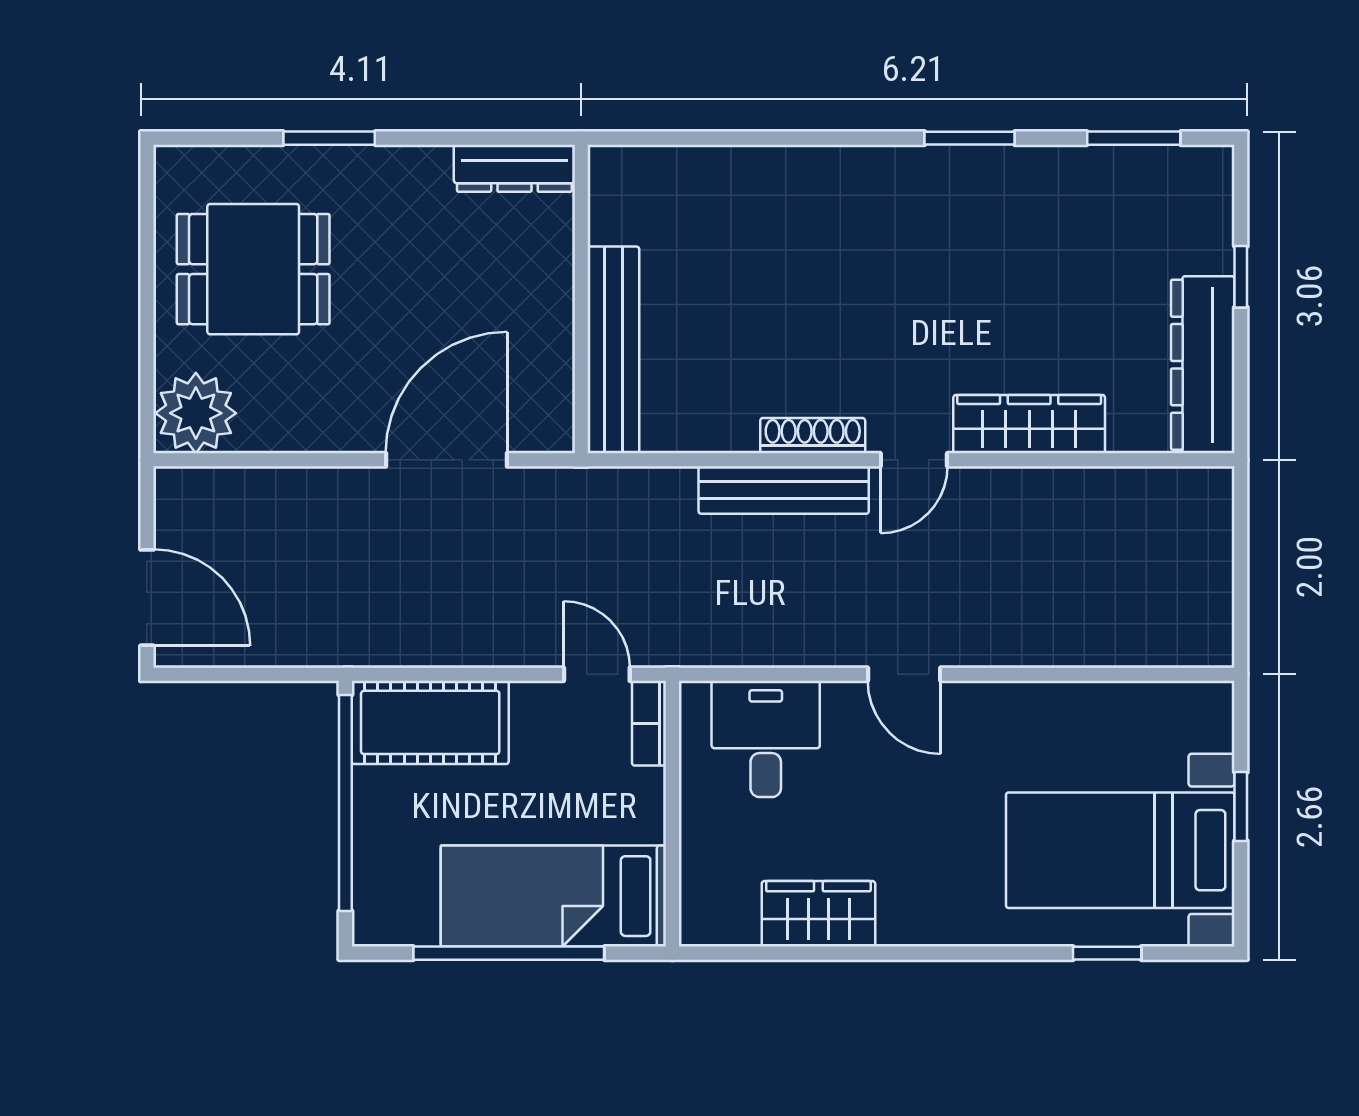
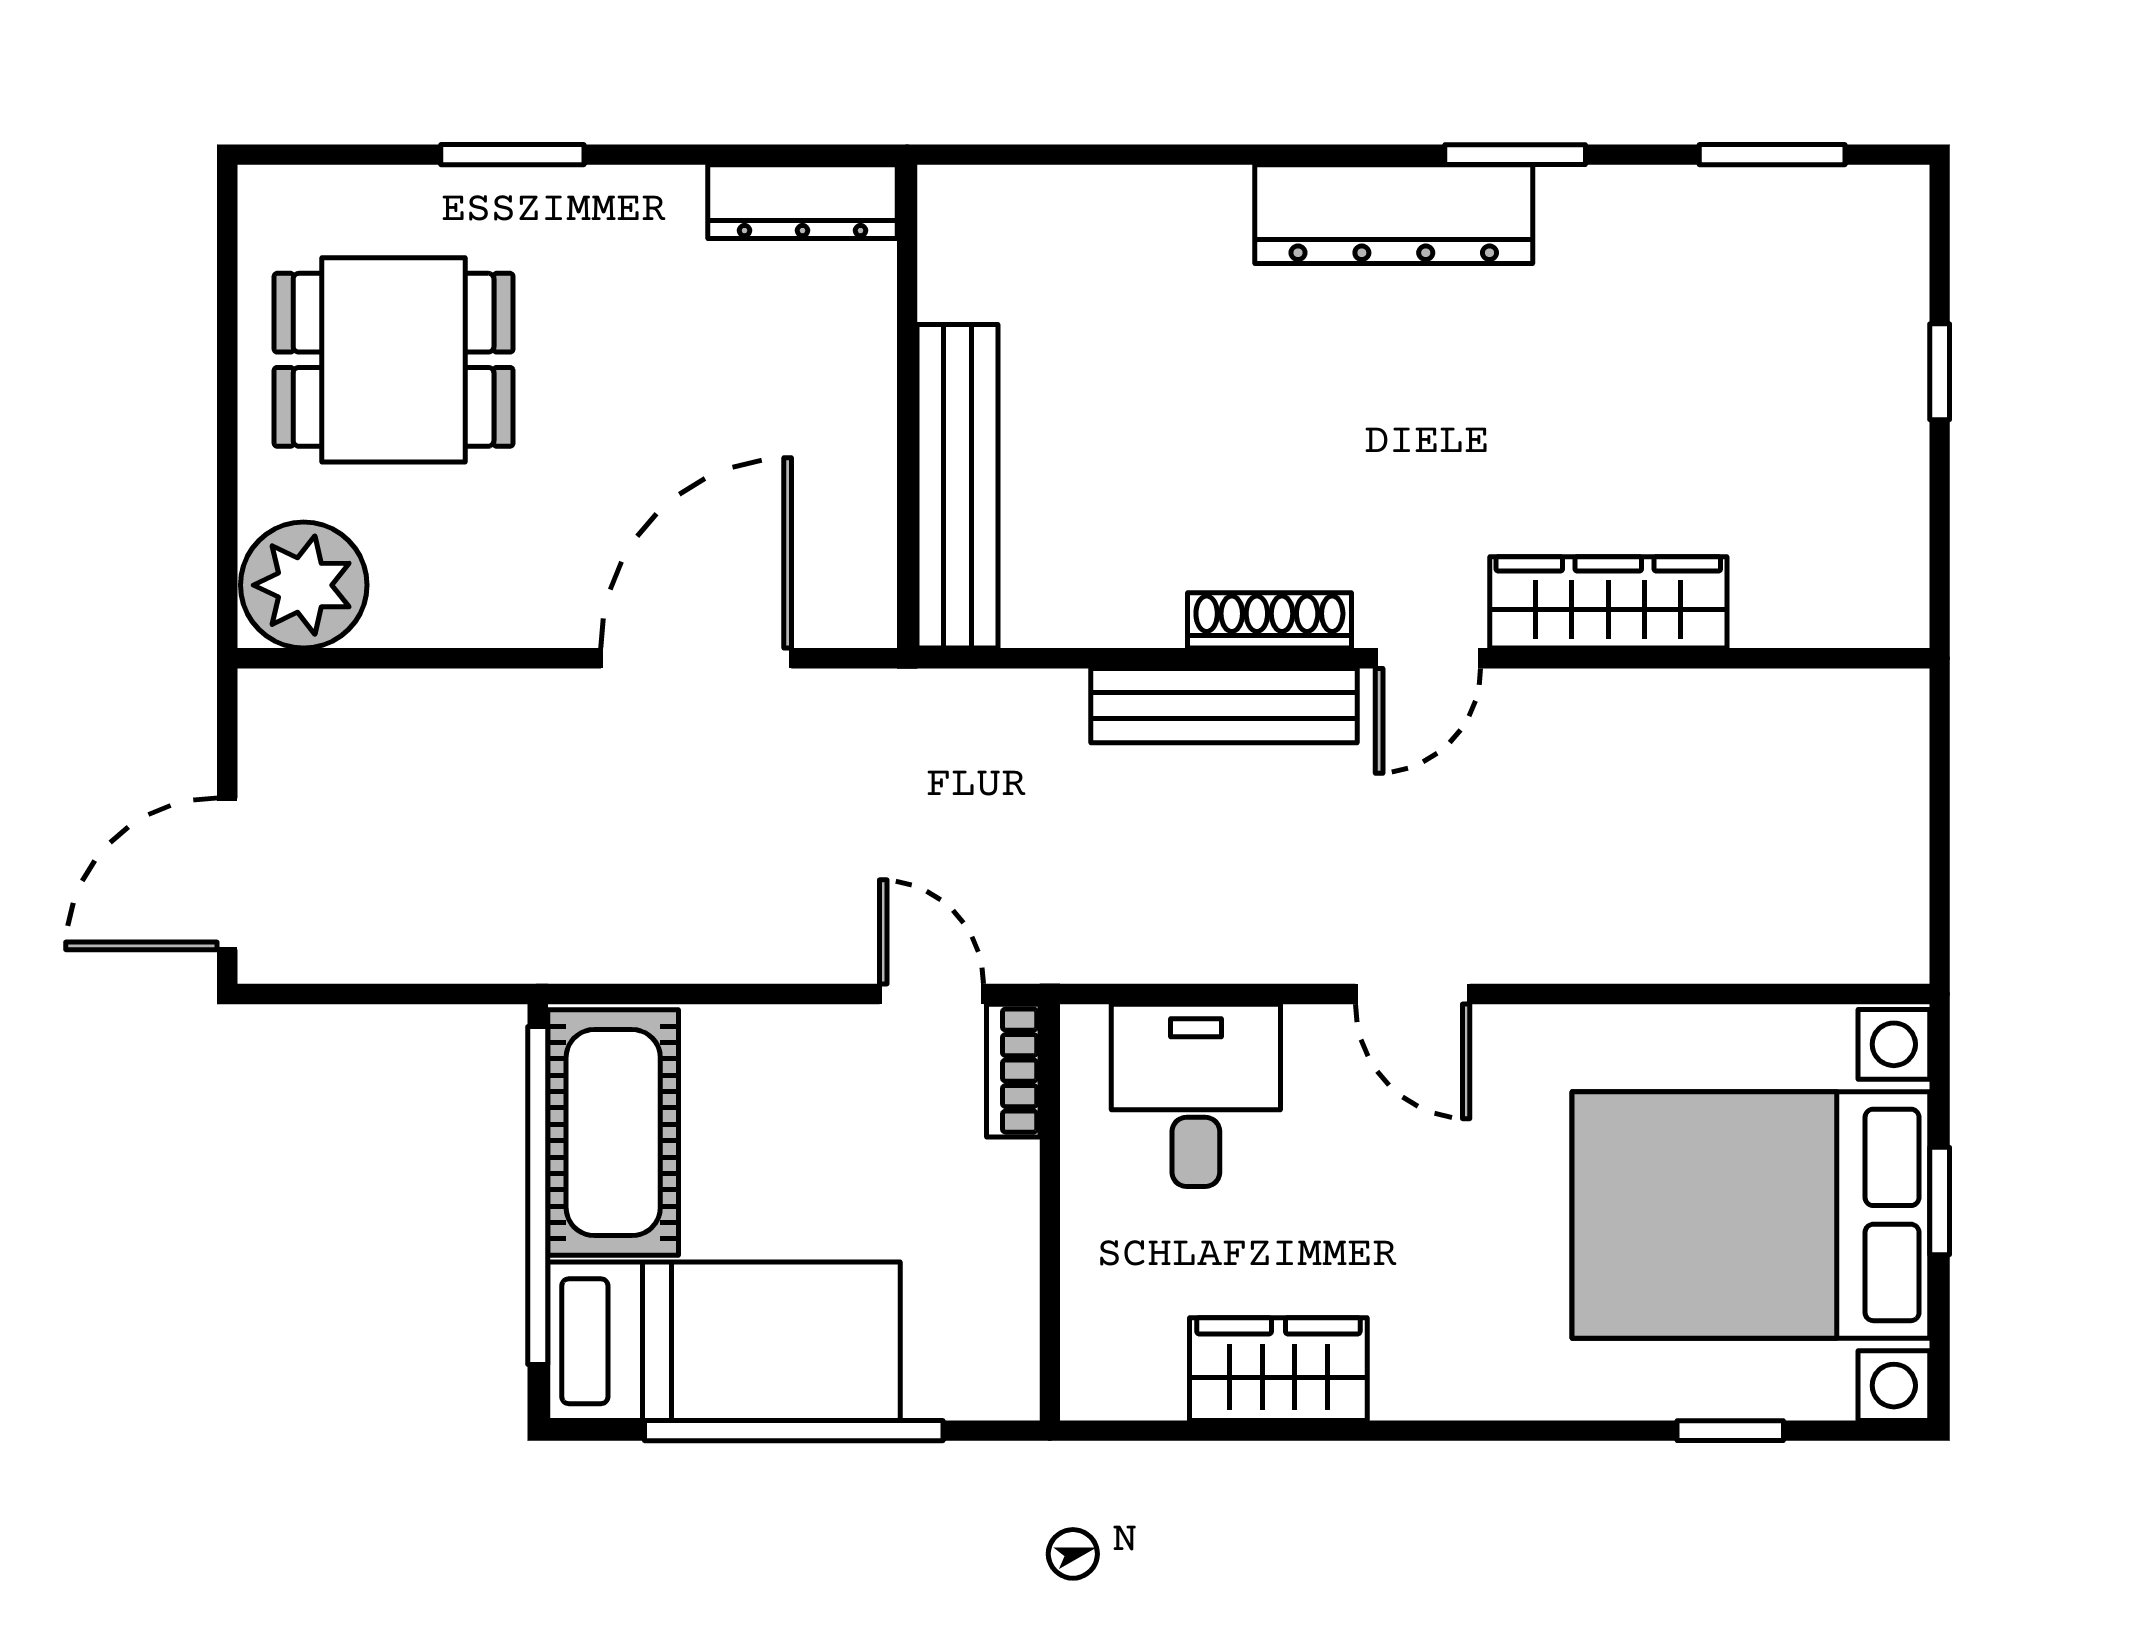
dresser: (1203, 365) -> (1394, 214), moved, turned -90
door: (147, 598) -> (227, 874), swing flipped
cot: (430, 722) -> (613, 1133), moved, turned 90
bed with nightstands: (1120, 850) -> (1751, 1215), width x1.36
bed: (553, 896) -> (724, 1341), moved, turned 180

